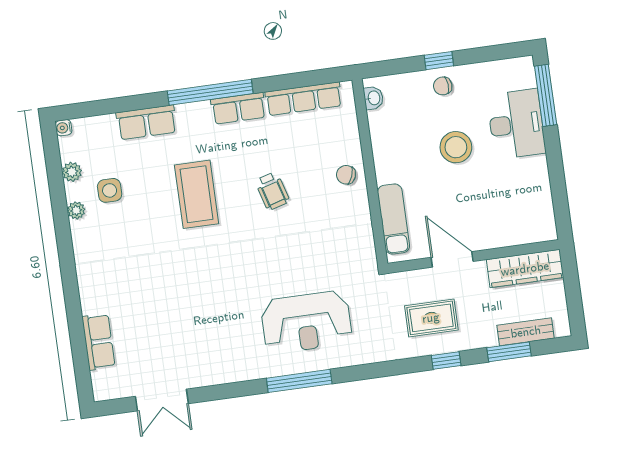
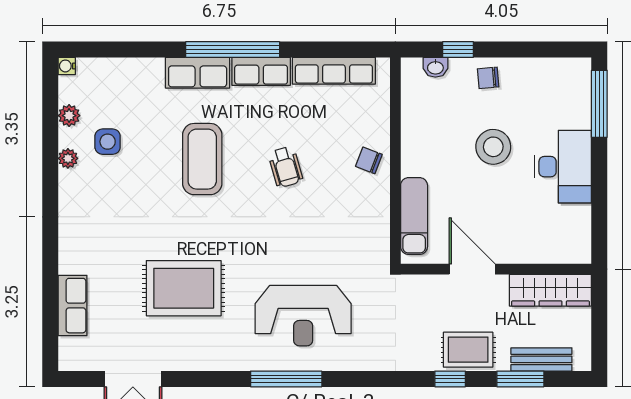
window: (439, 61) -> (458, 49), moved
washbasin: (373, 98) -> (435, 67), moved, turned 90
row of seats: (146, 122) -> (198, 73), moved
desk: (516, 124) -> (563, 167), moved
rug: (196, 312) -> (184, 288), added
rug: (431, 318) -> (468, 350), moved

